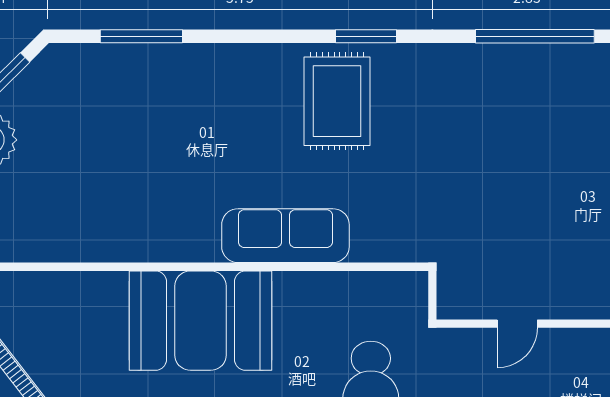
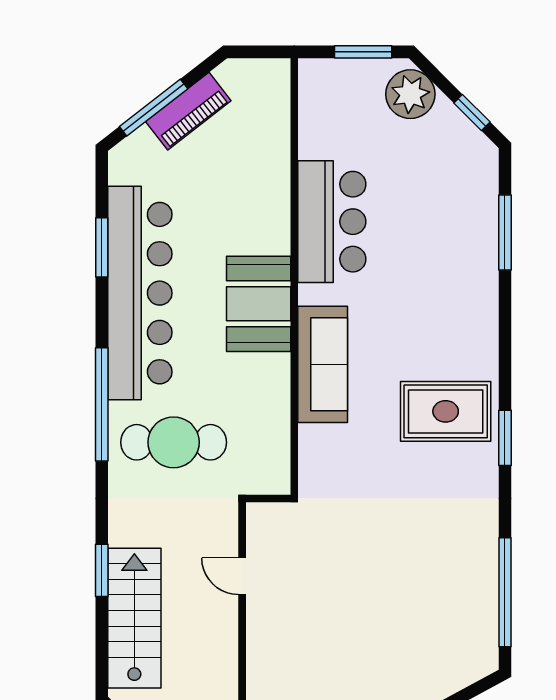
bar counter: (130, 226) -> (332, 222), added
booth: (201, 321) -> (259, 304), width x0.73, depth x0.70

